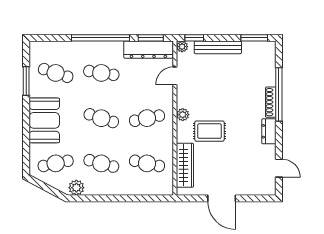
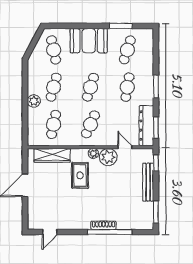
window: (100, 38) -> (156, 86), width x0.47
plant: (182, 47) -> (108, 157), moved, width x1.88, depth x1.88
cafe table: (147, 118) -> (90, 124), turned 36
dresser: (269, 131) -> (80, 224), removed
plant: (76, 188) -> (34, 101), moved

